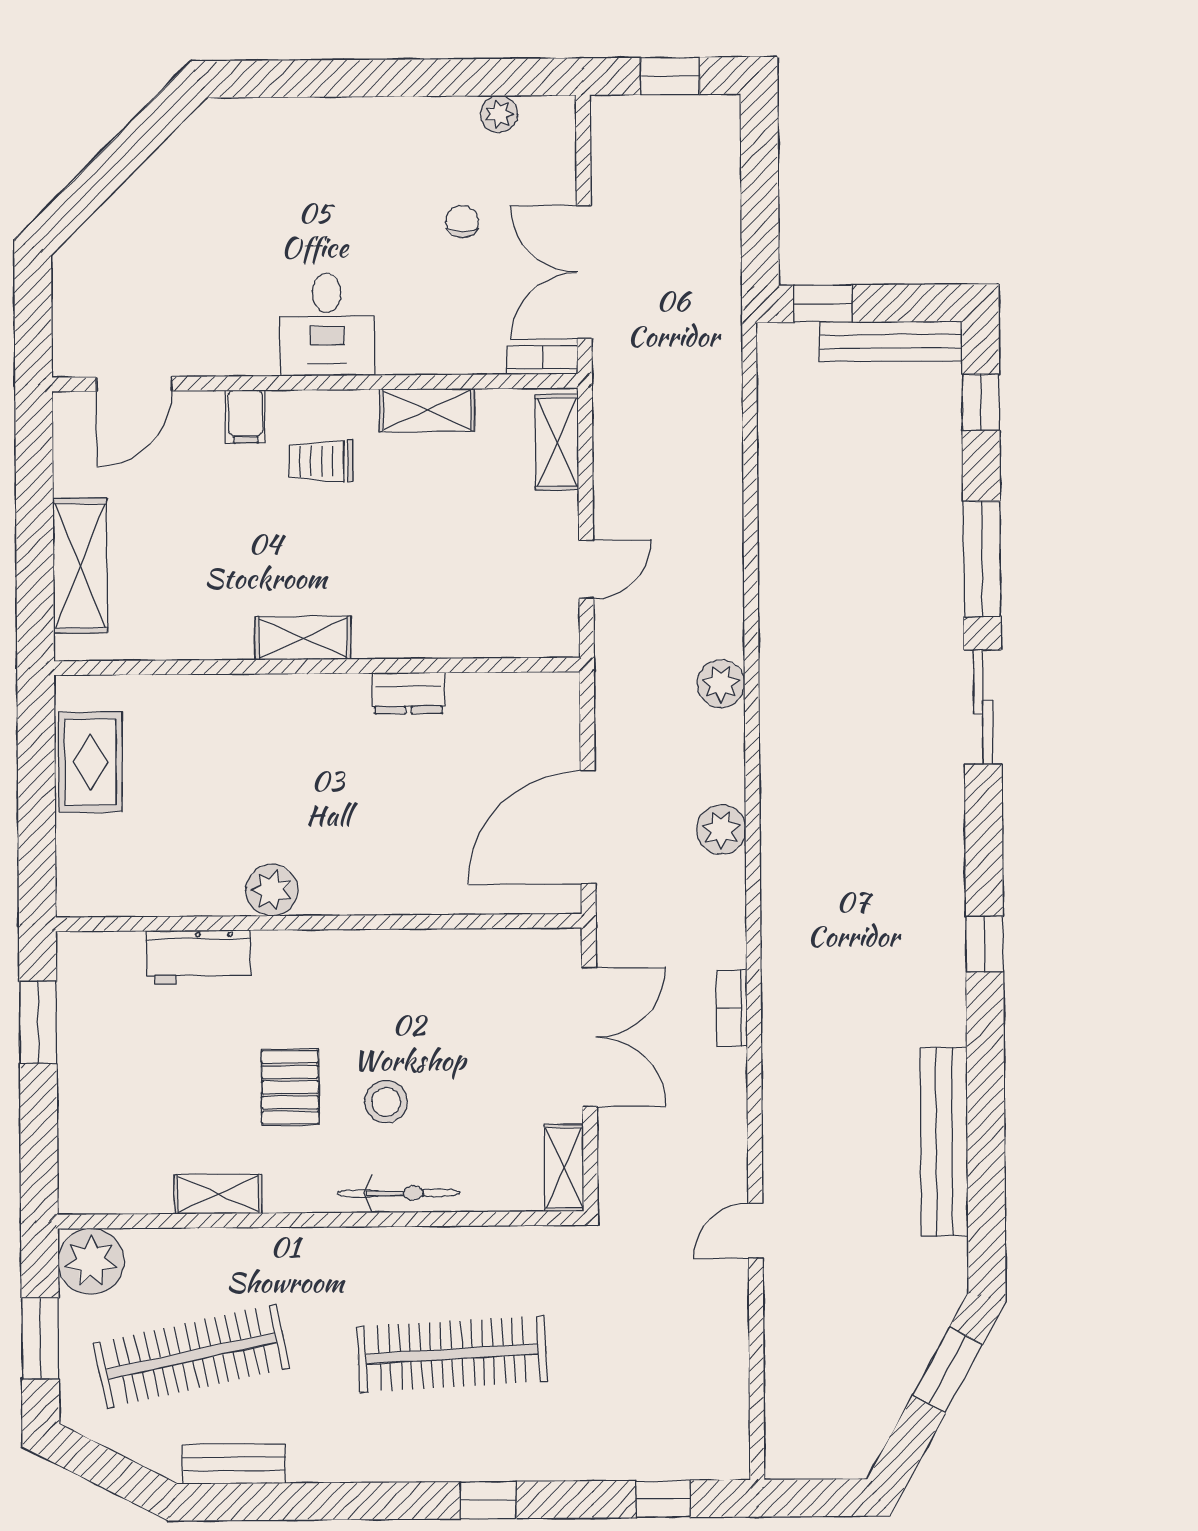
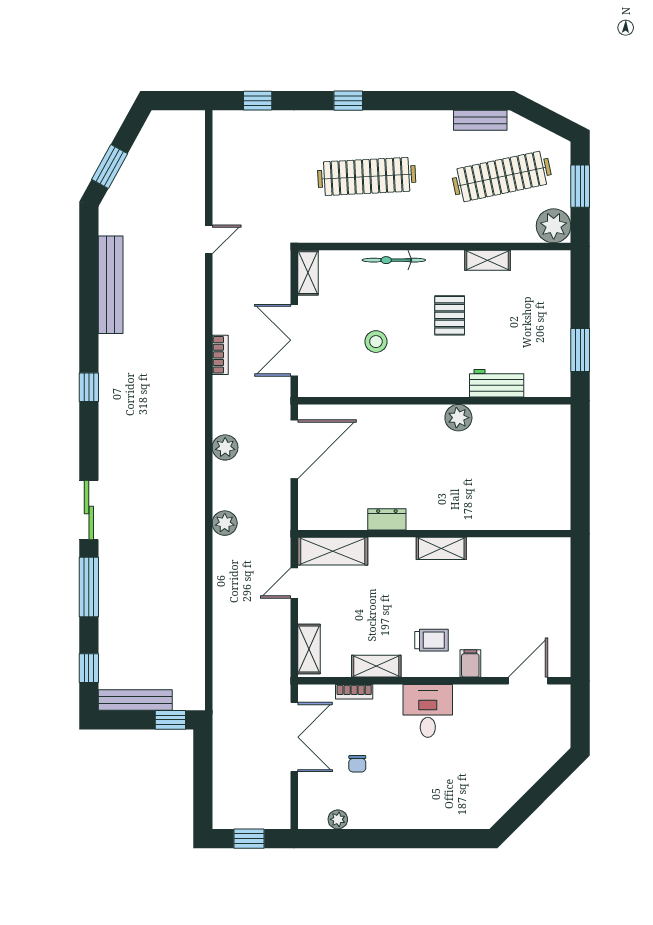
bookcase: (542, 360) -> (354, 692), moved
shelving: (80, 566) -> (333, 551), moved, turned 90
rug: (90, 762) -> (552, 485), removed
stool: (386, 1102) -> (376, 342), moved

